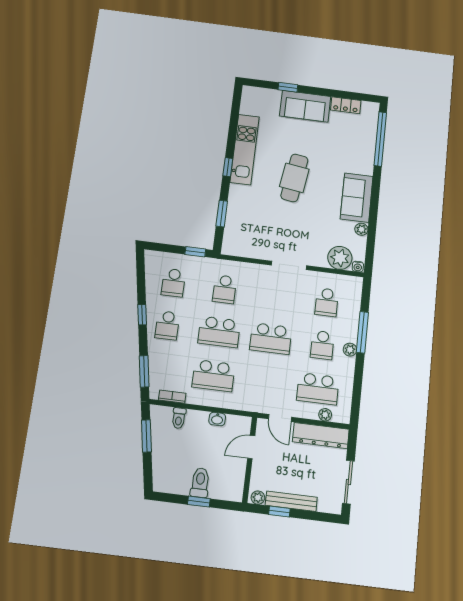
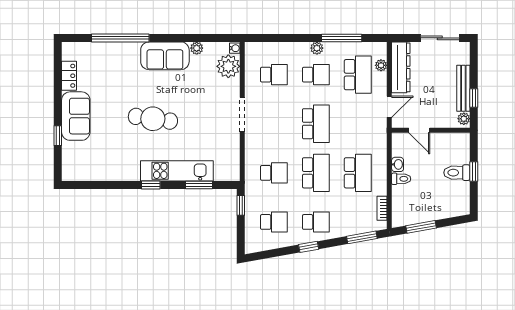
window: (380, 139) -> (120, 38), moved
kitchen unit: (245, 149) -> (177, 171), moved
window: (362, 332) -> (342, 38), moved
toilet: (179, 418) -> (401, 179), moved

